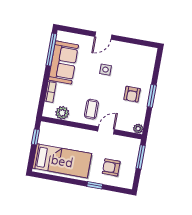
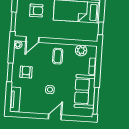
tv unit: (149, 62) -> (15, 99), added
door: (106, 130) -> (32, 39), moved

